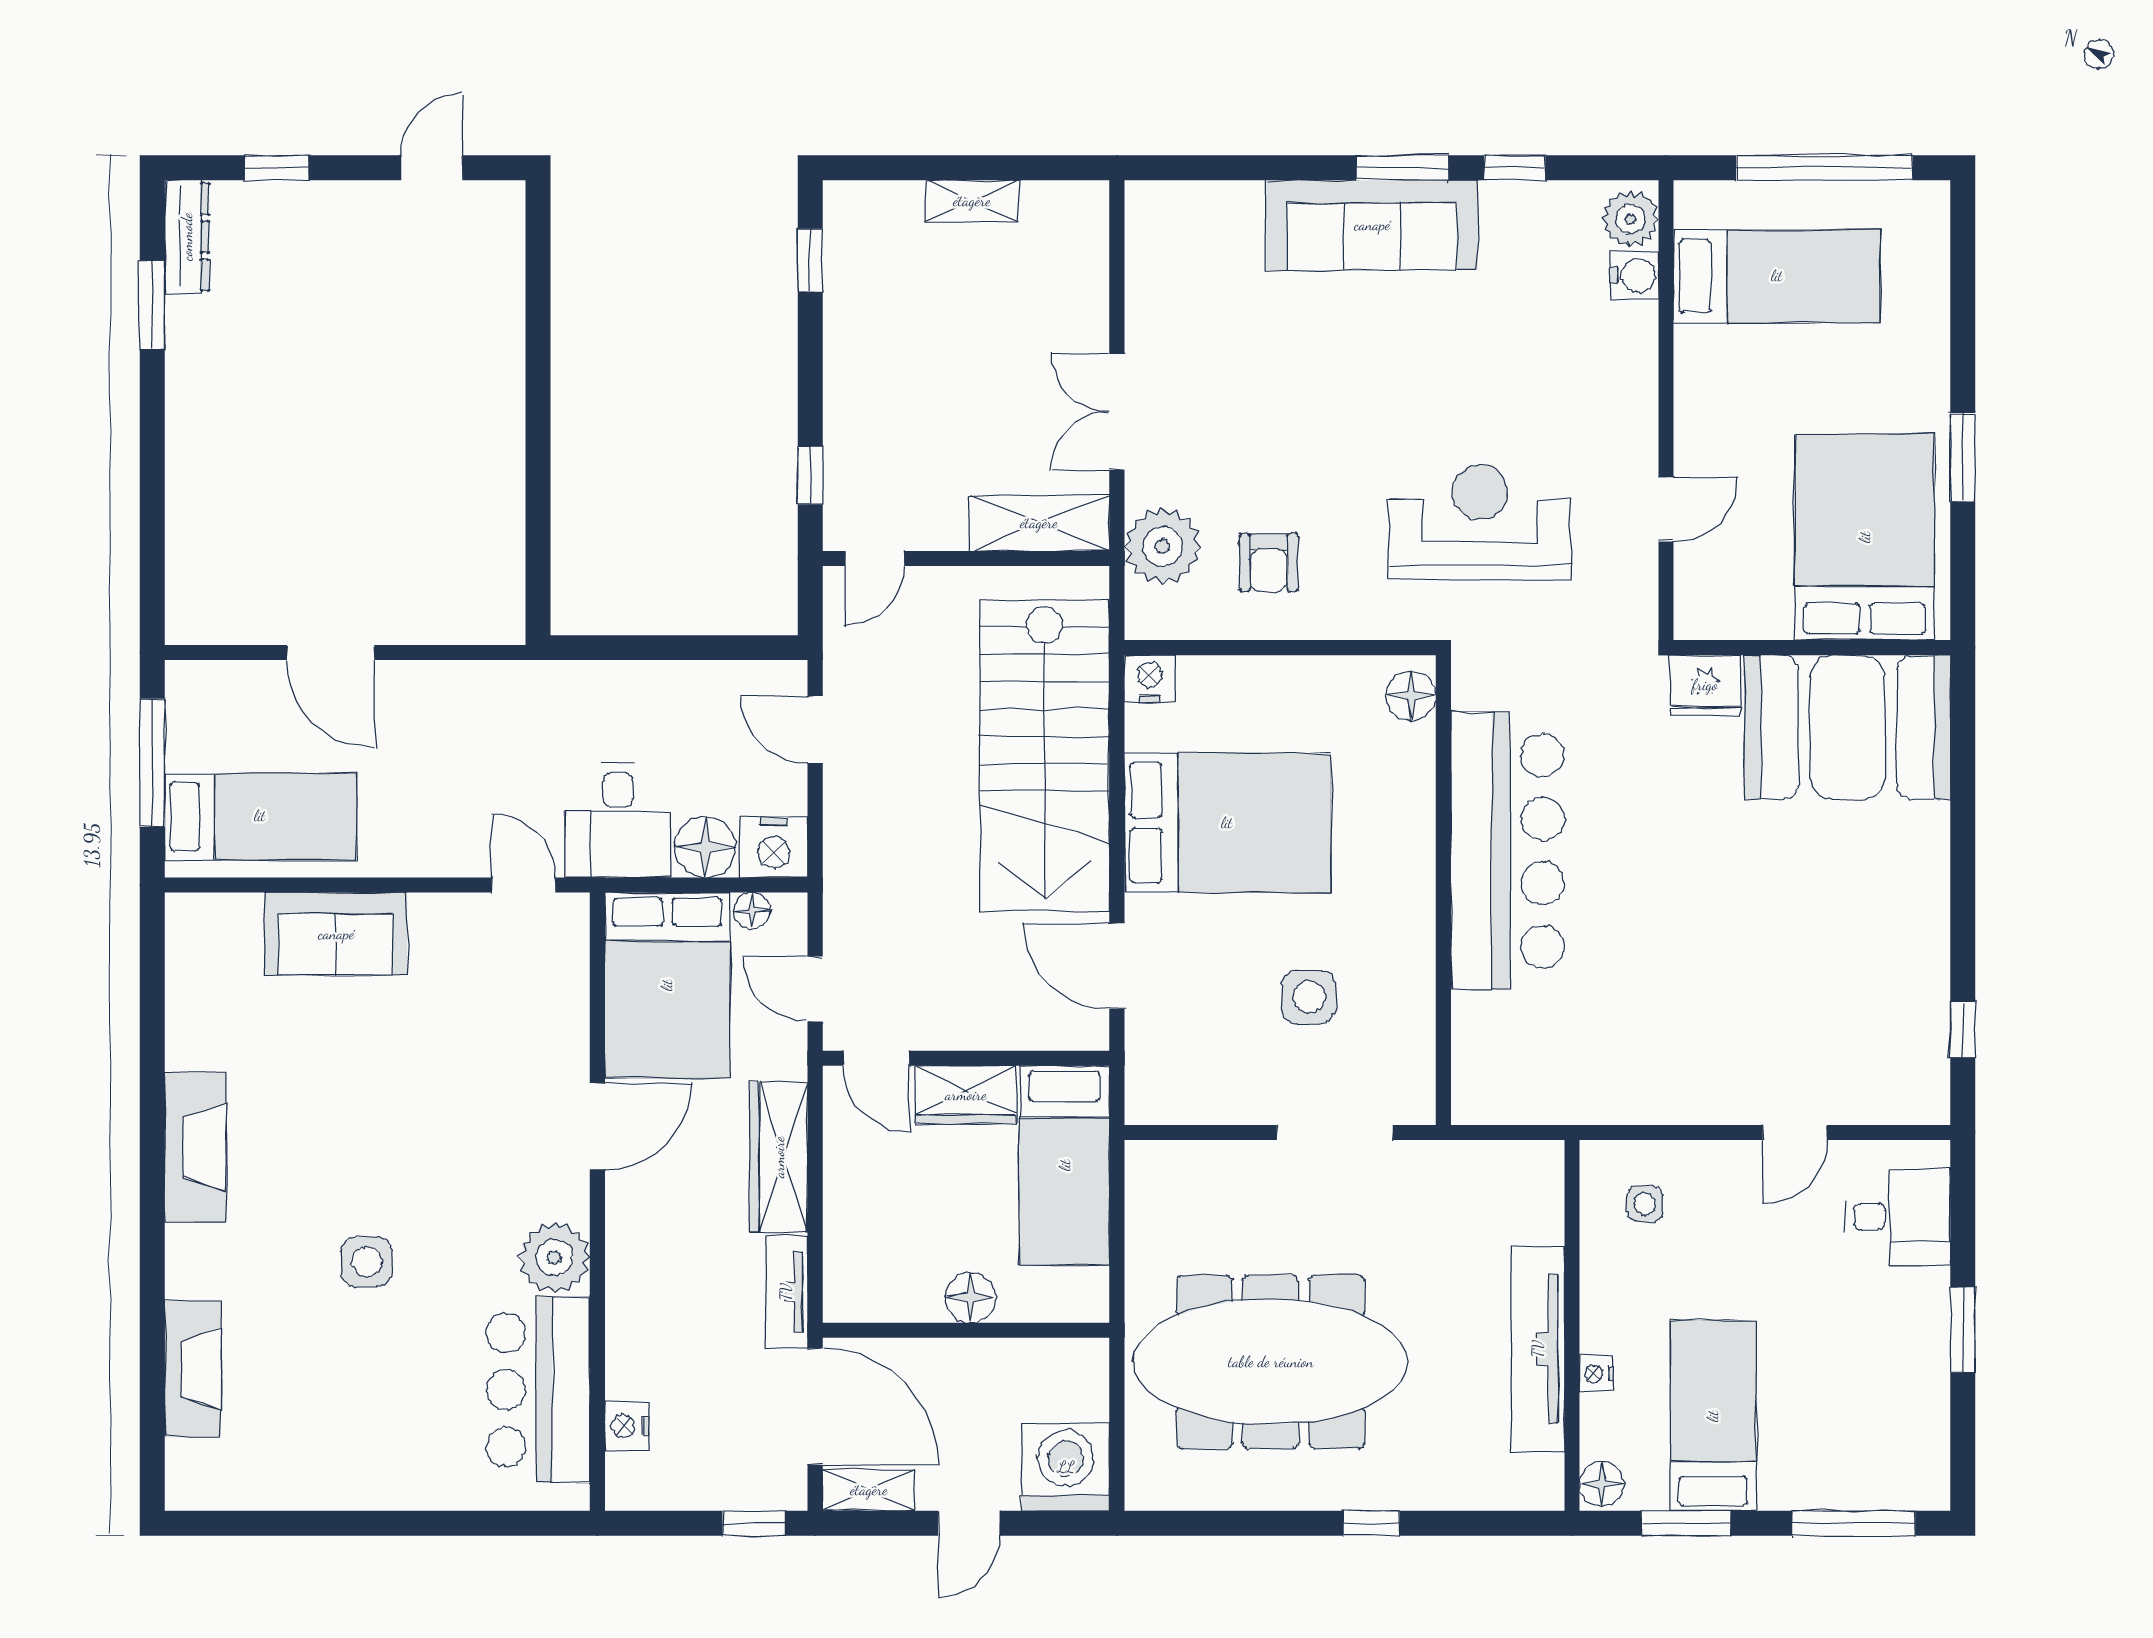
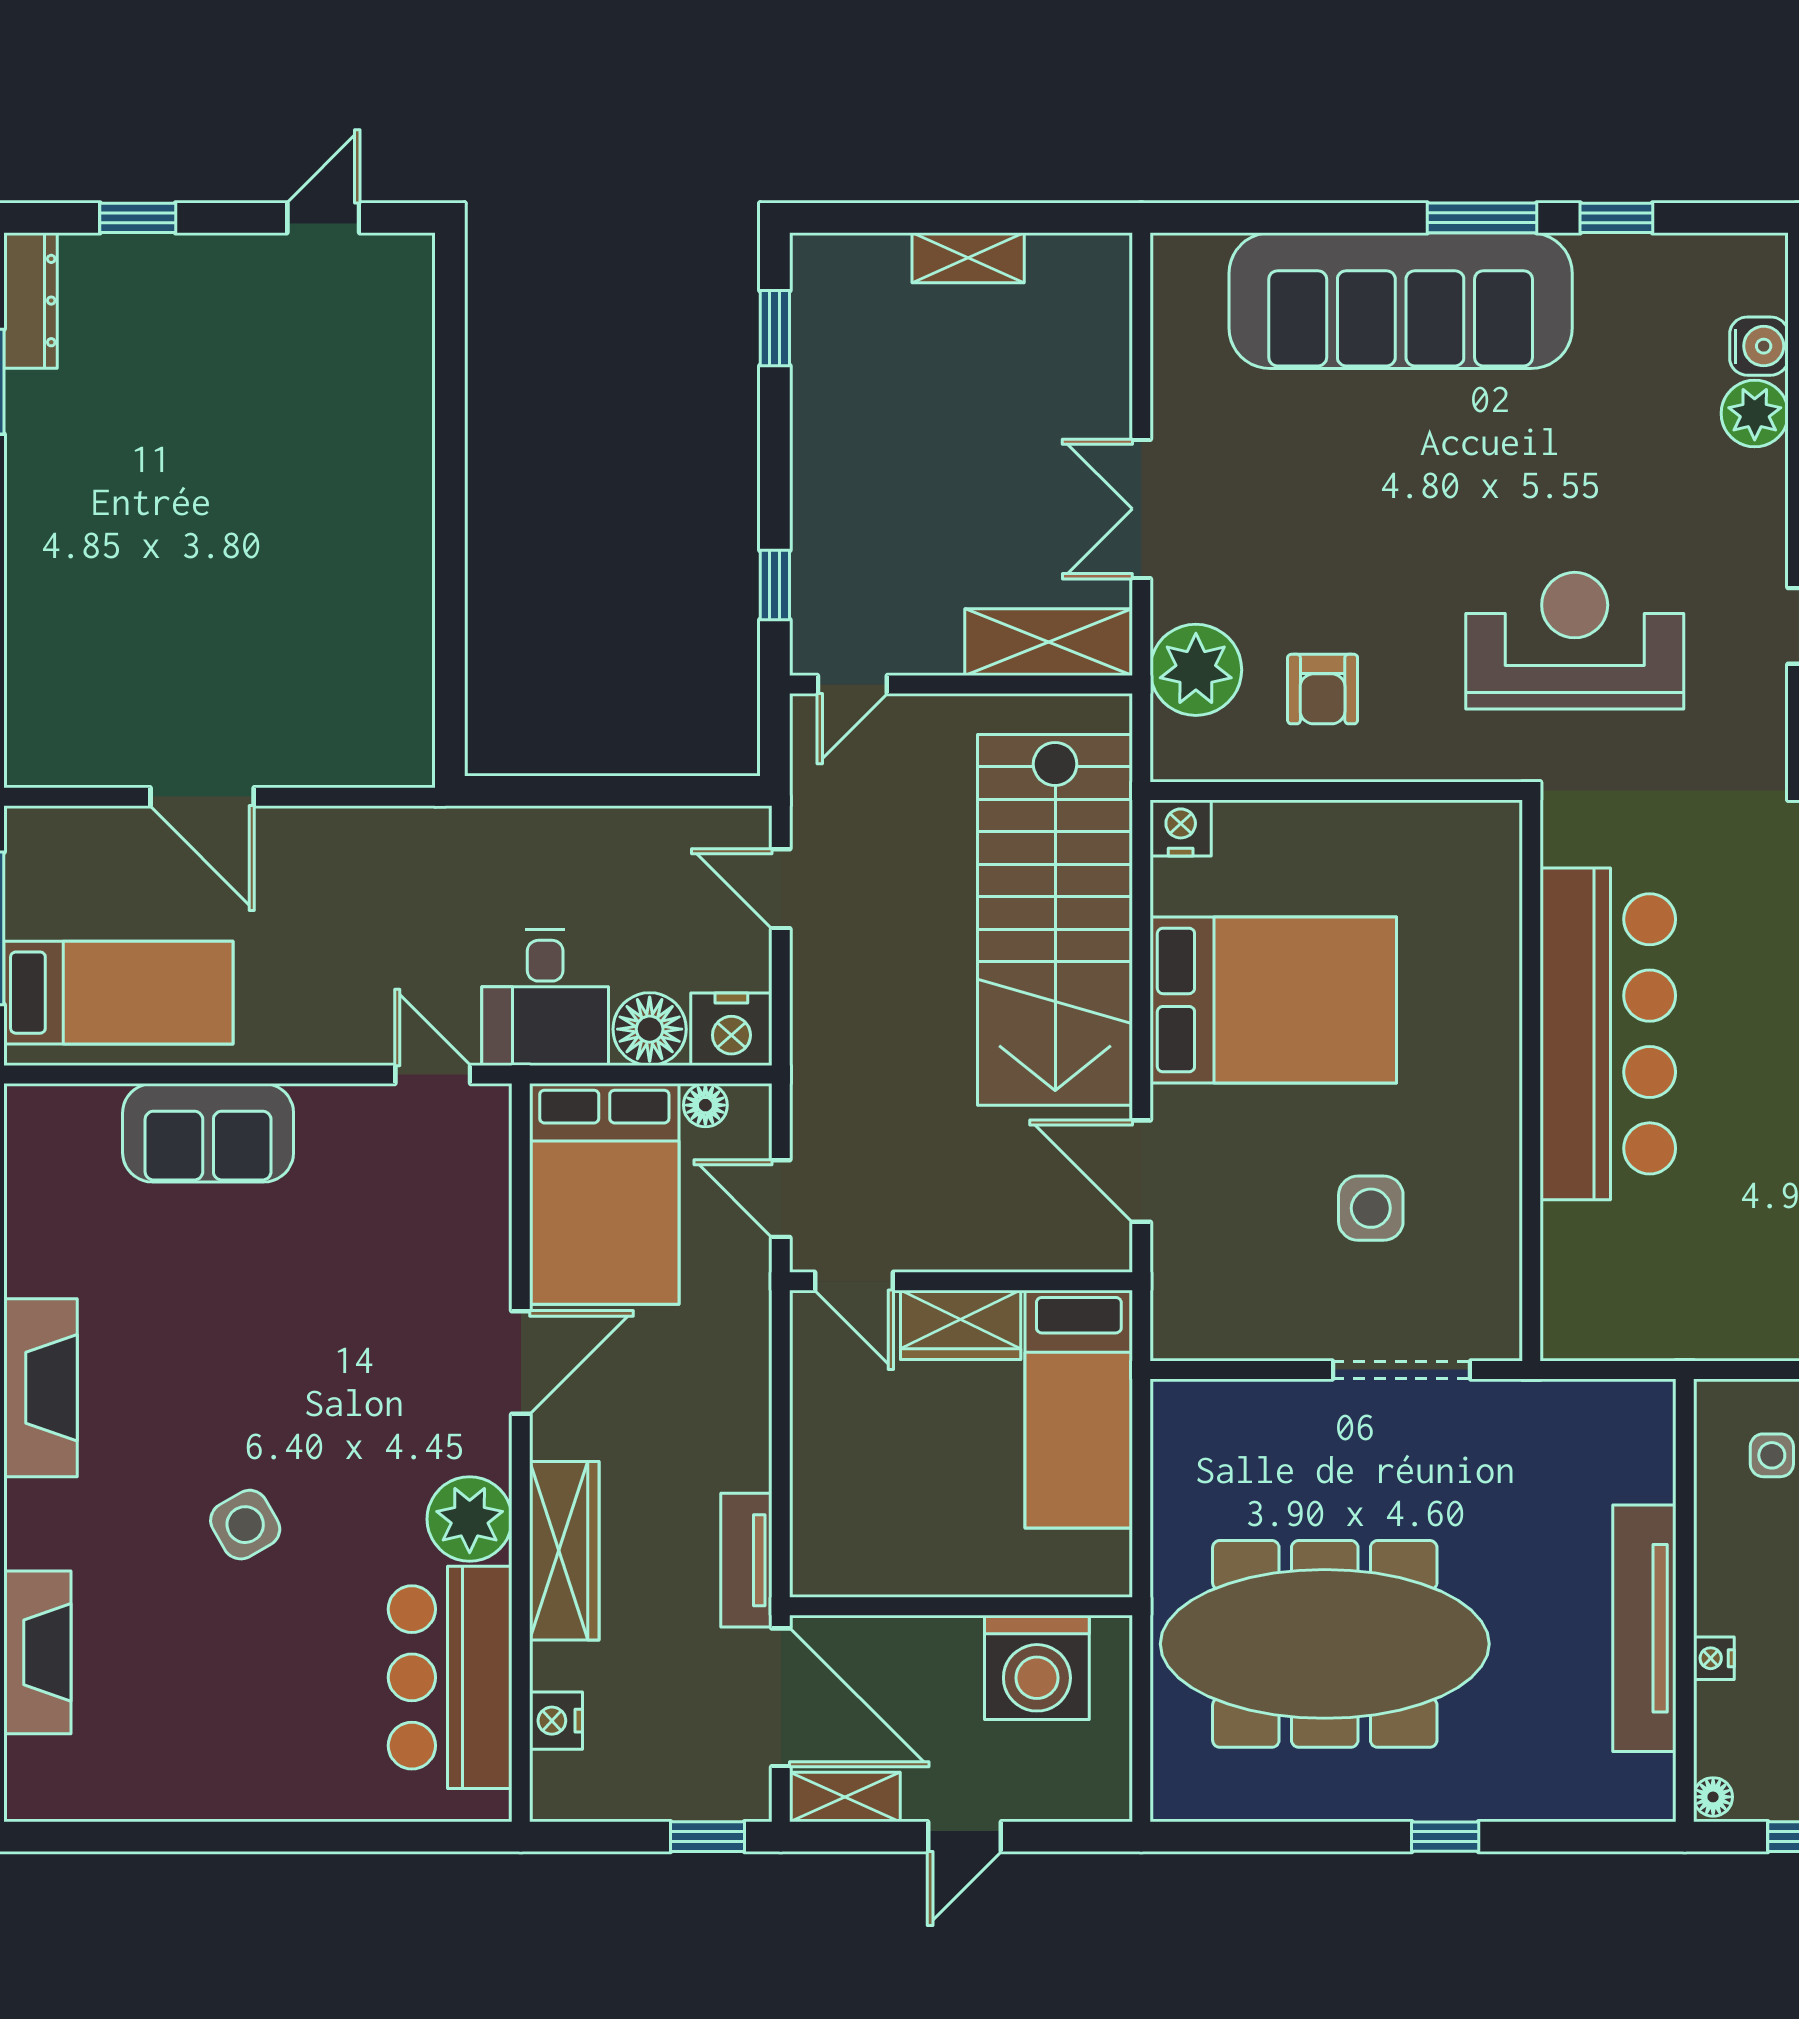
plant: (1631, 219) -> (1755, 413), moved
sofa: (1372, 225) -> (1401, 301), width x1.36, depth x1.27
floor lamp: (1411, 696) -> (1492, 848), removed
wardrobe: (779, 1157) -> (564, 1551), moved, turned 180
side table: (367, 1262) -> (245, 1525), turned -30
floor lamp: (970, 1298) -> (966, 1567), removed
washing machine: (1066, 1467) -> (1037, 1667), moved, turned 180
floor lamp: (1602, 1484) -> (1713, 1797), width x0.73, depth x0.73

